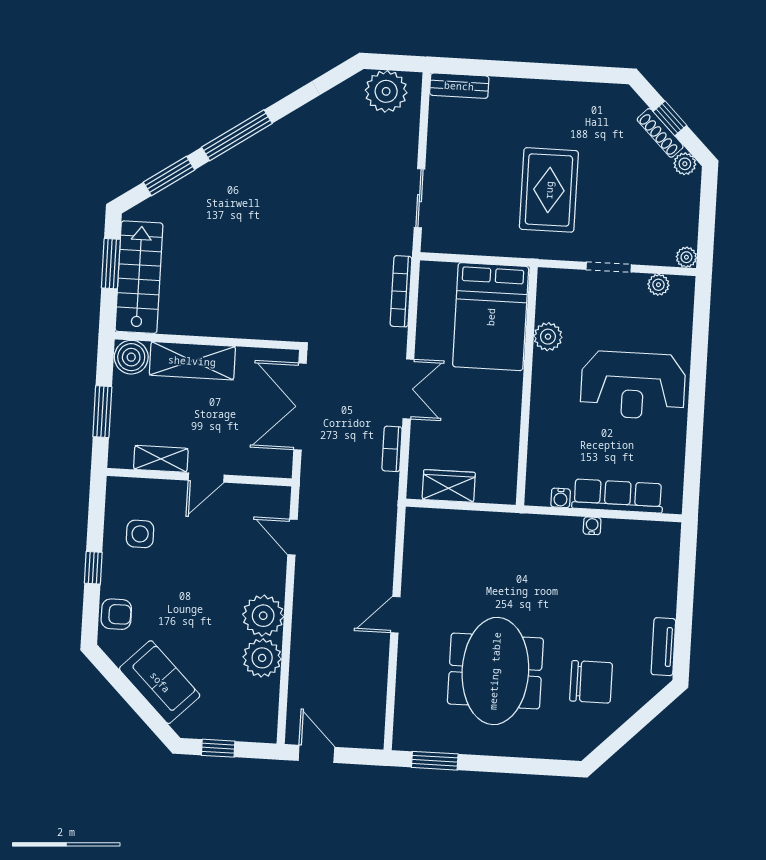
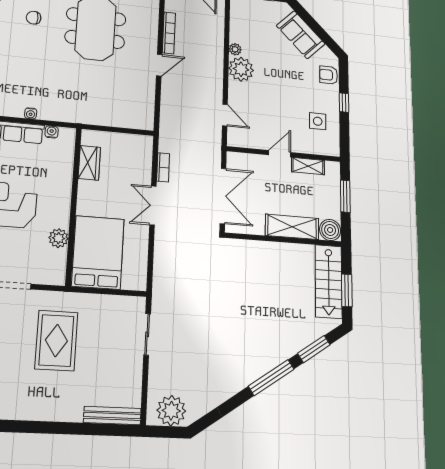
bench: (459, 86) -> (112, 416), width x1.36
bookcase: (401, 291) -> (169, 33), moved
wardrobe: (449, 486) -> (89, 163), moved, turned -90
plant: (262, 658) -> (235, 49), width x0.53, depth x0.53
chair: (591, 682) -> (34, 18), width x0.54, depth x0.54

